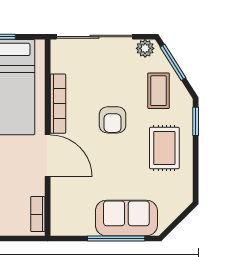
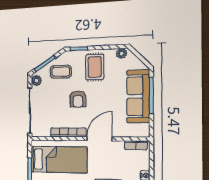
armchair: (113, 120) -> (78, 99), turned 90
rug: (164, 148) -> (95, 67), turned 90
plant: (184, 192) -> (122, 53), added
sofa: (126, 218) -> (138, 96), width x1.36

